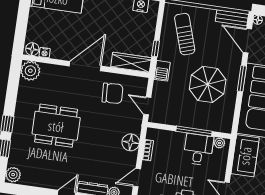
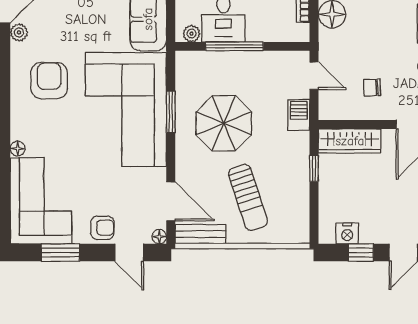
sun lounger: (185, 34) -> (248, 197), moved
barbecue: (162, 71) -> (299, 115), moved
window: (242, 79) -> (171, 112), moved
chair: (112, 93) -> (372, 88), width x0.54, depth x0.54

